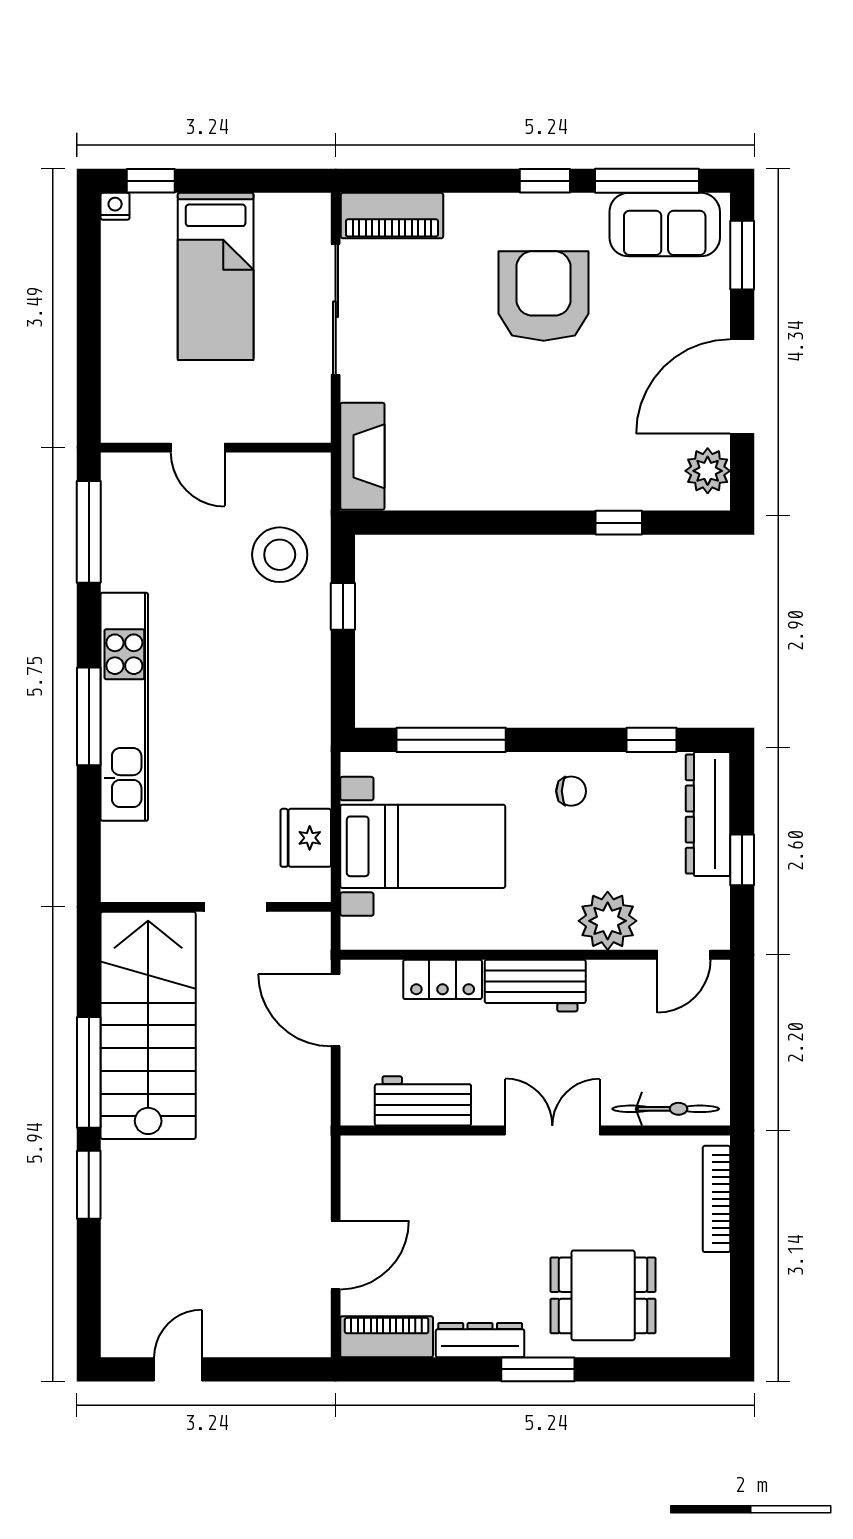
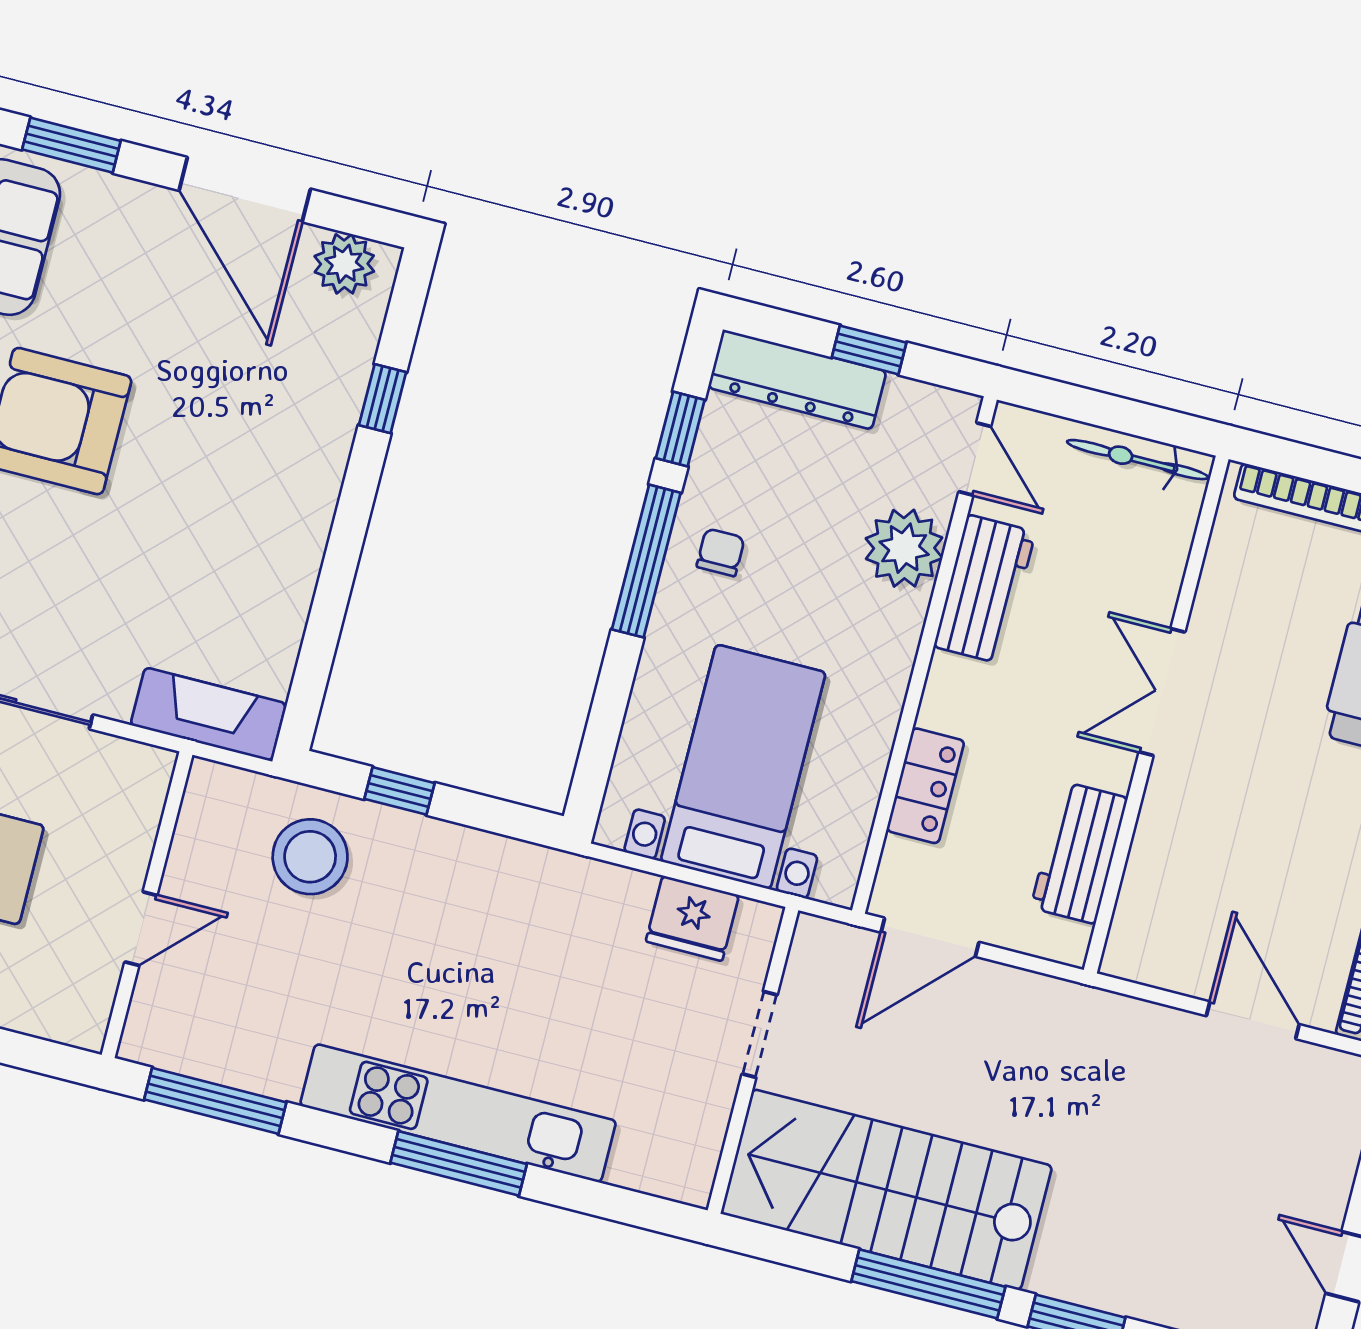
window: (451, 740) -> (646, 561), moved
workbench: (535, 986) -> (985, 589), moved
bicycle: (666, 1109) -> (1138, 460), moved, turned -90

